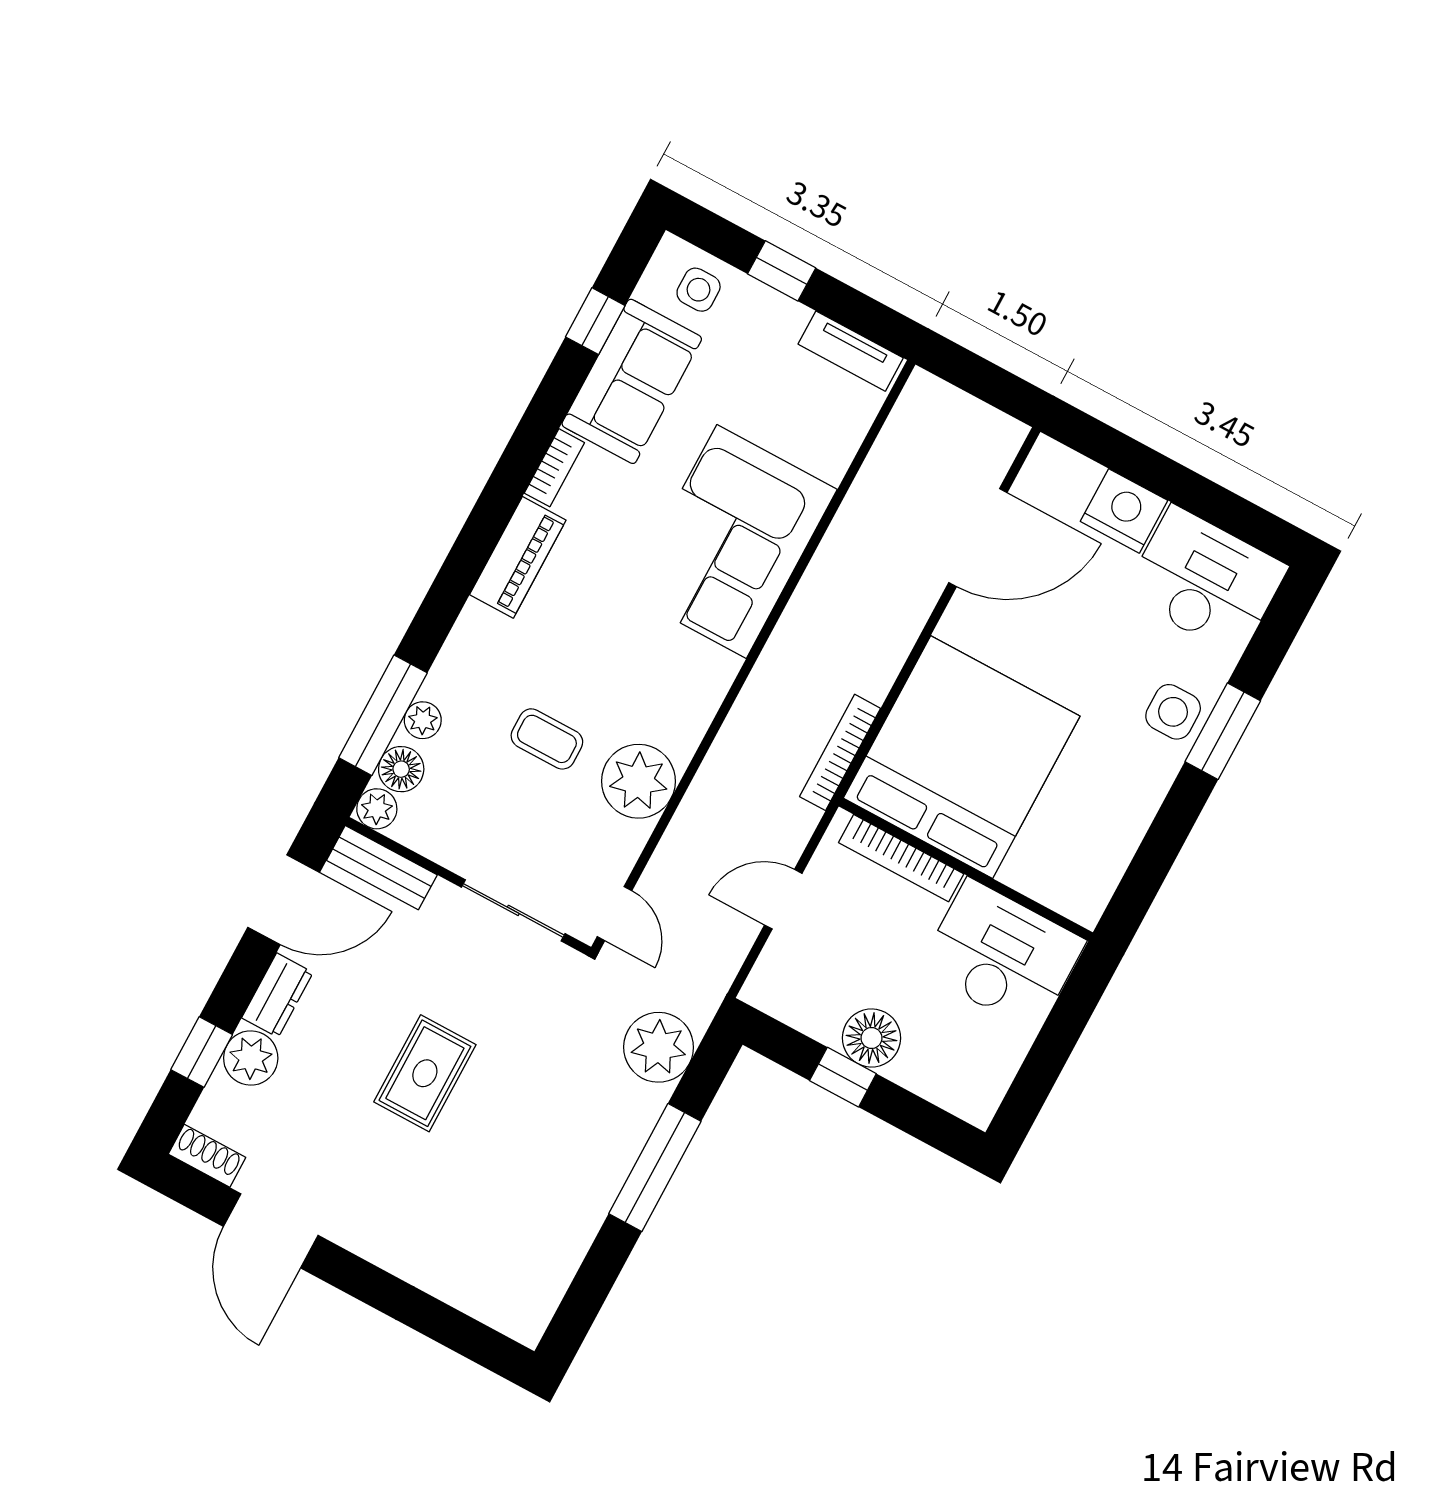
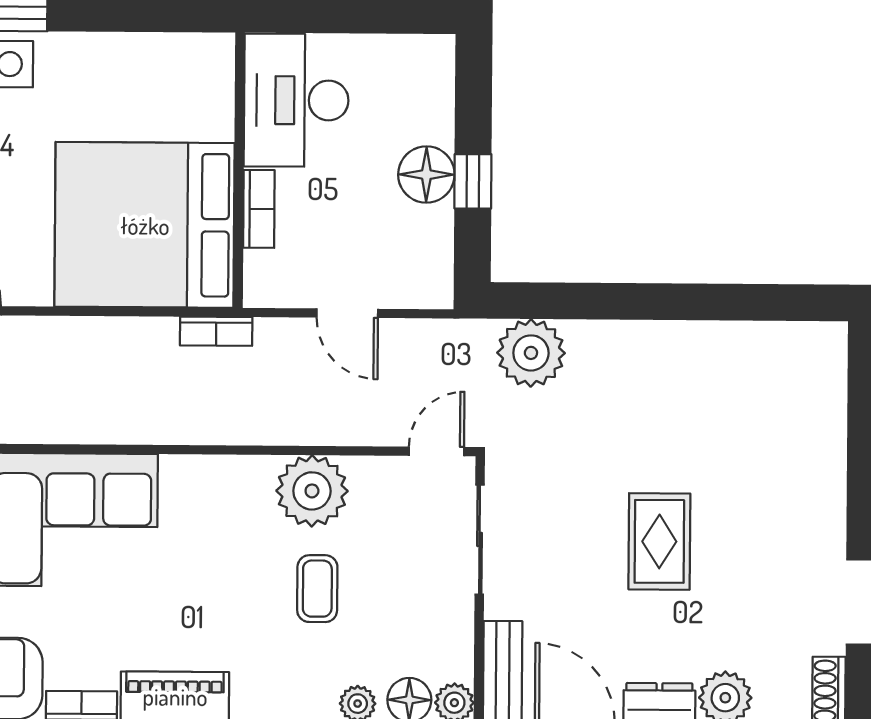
bookcase: (840, 752) -> (216, 331), width x0.64
bookcase: (901, 858) -> (259, 209), width x0.64
rug: (425, 1073) -> (659, 541), turned 90
window: (655, 1168) -> (636, 301), removed

